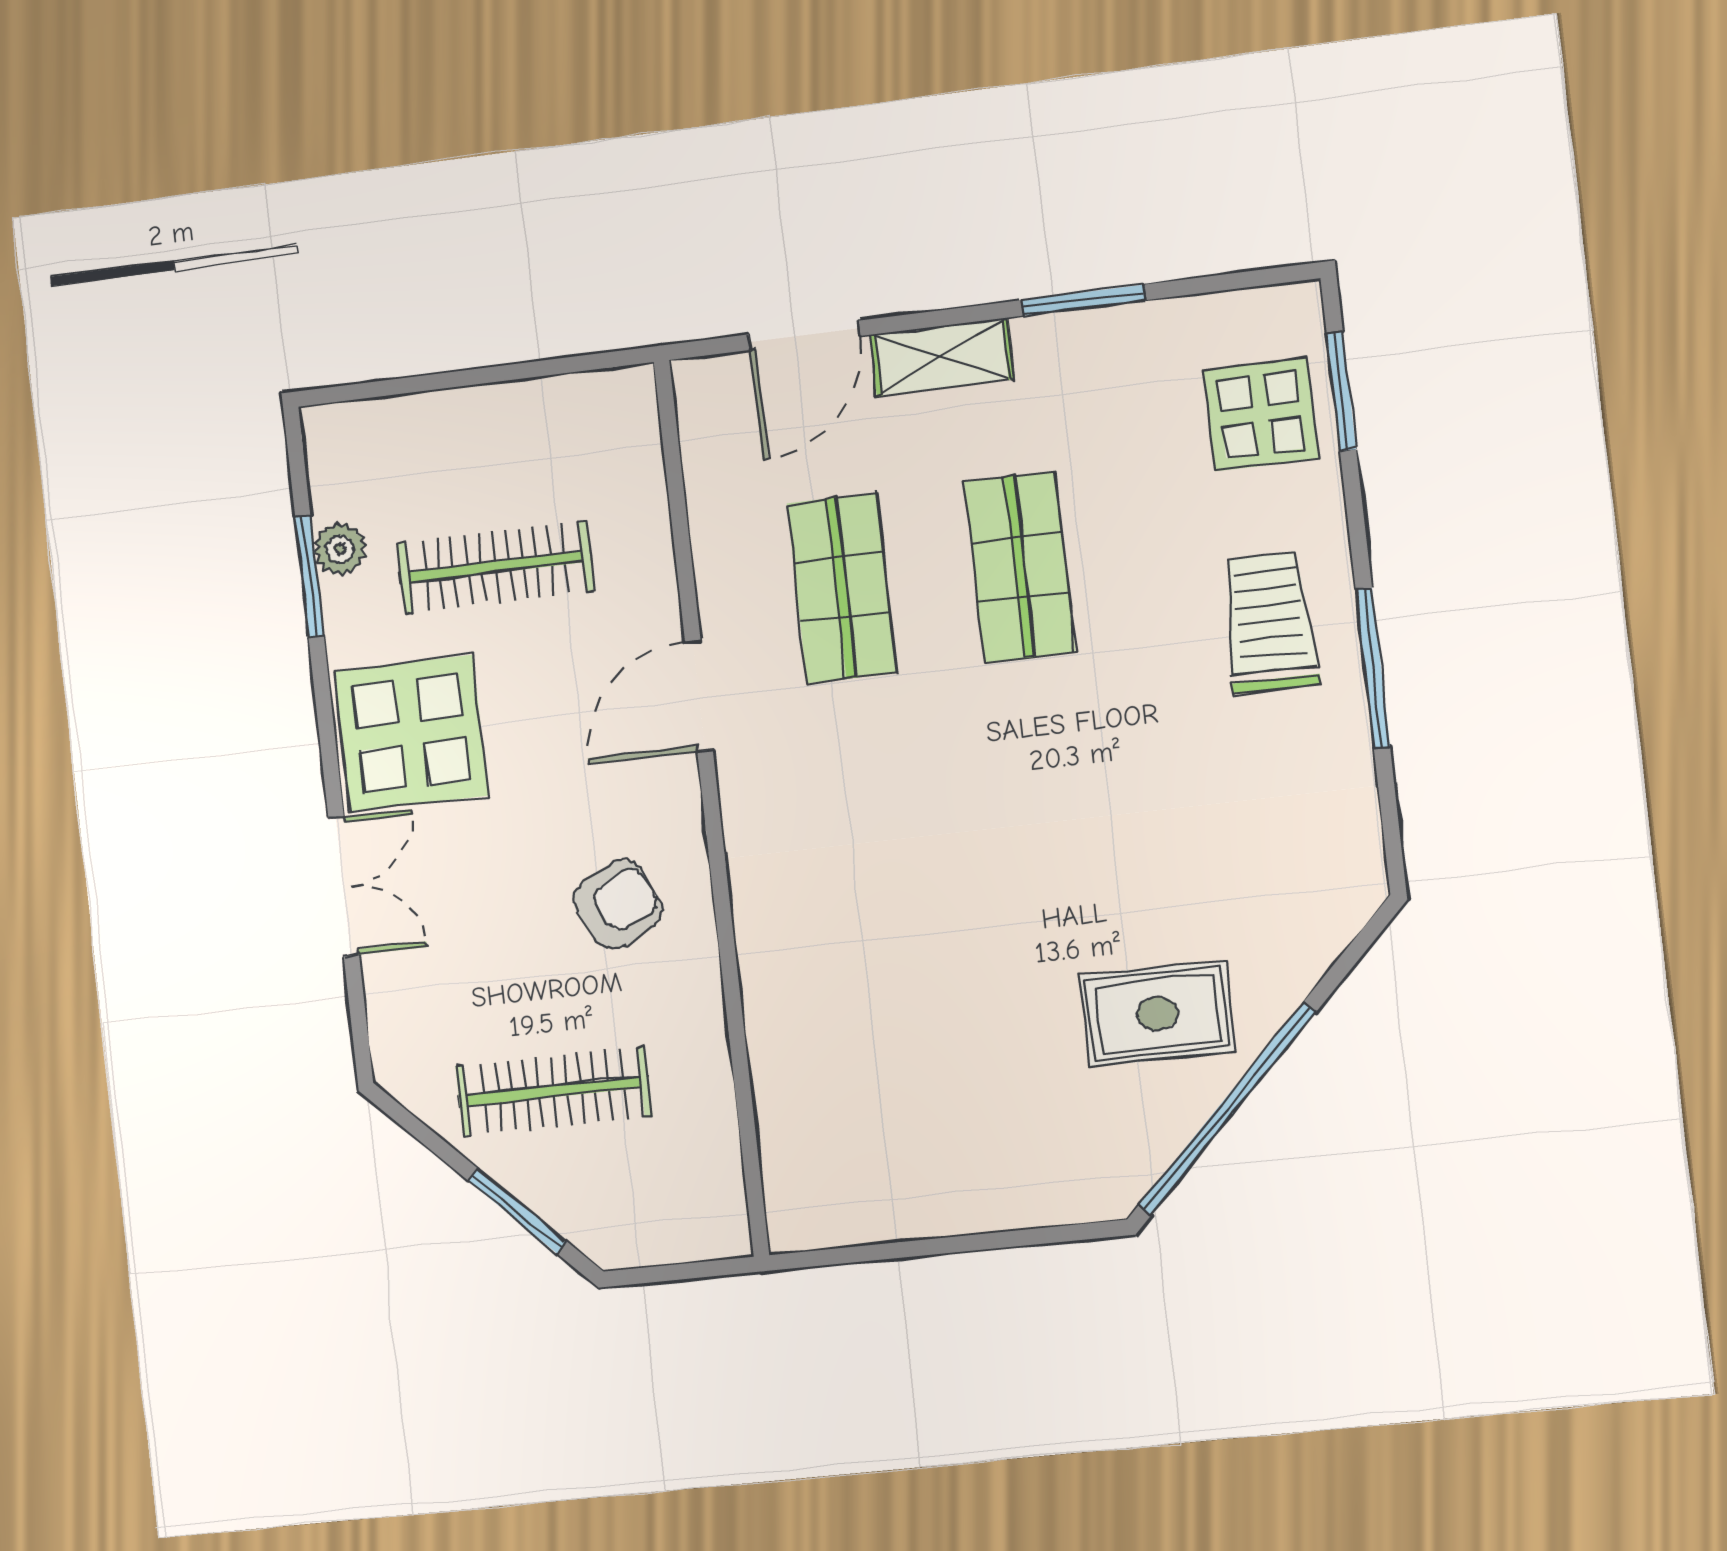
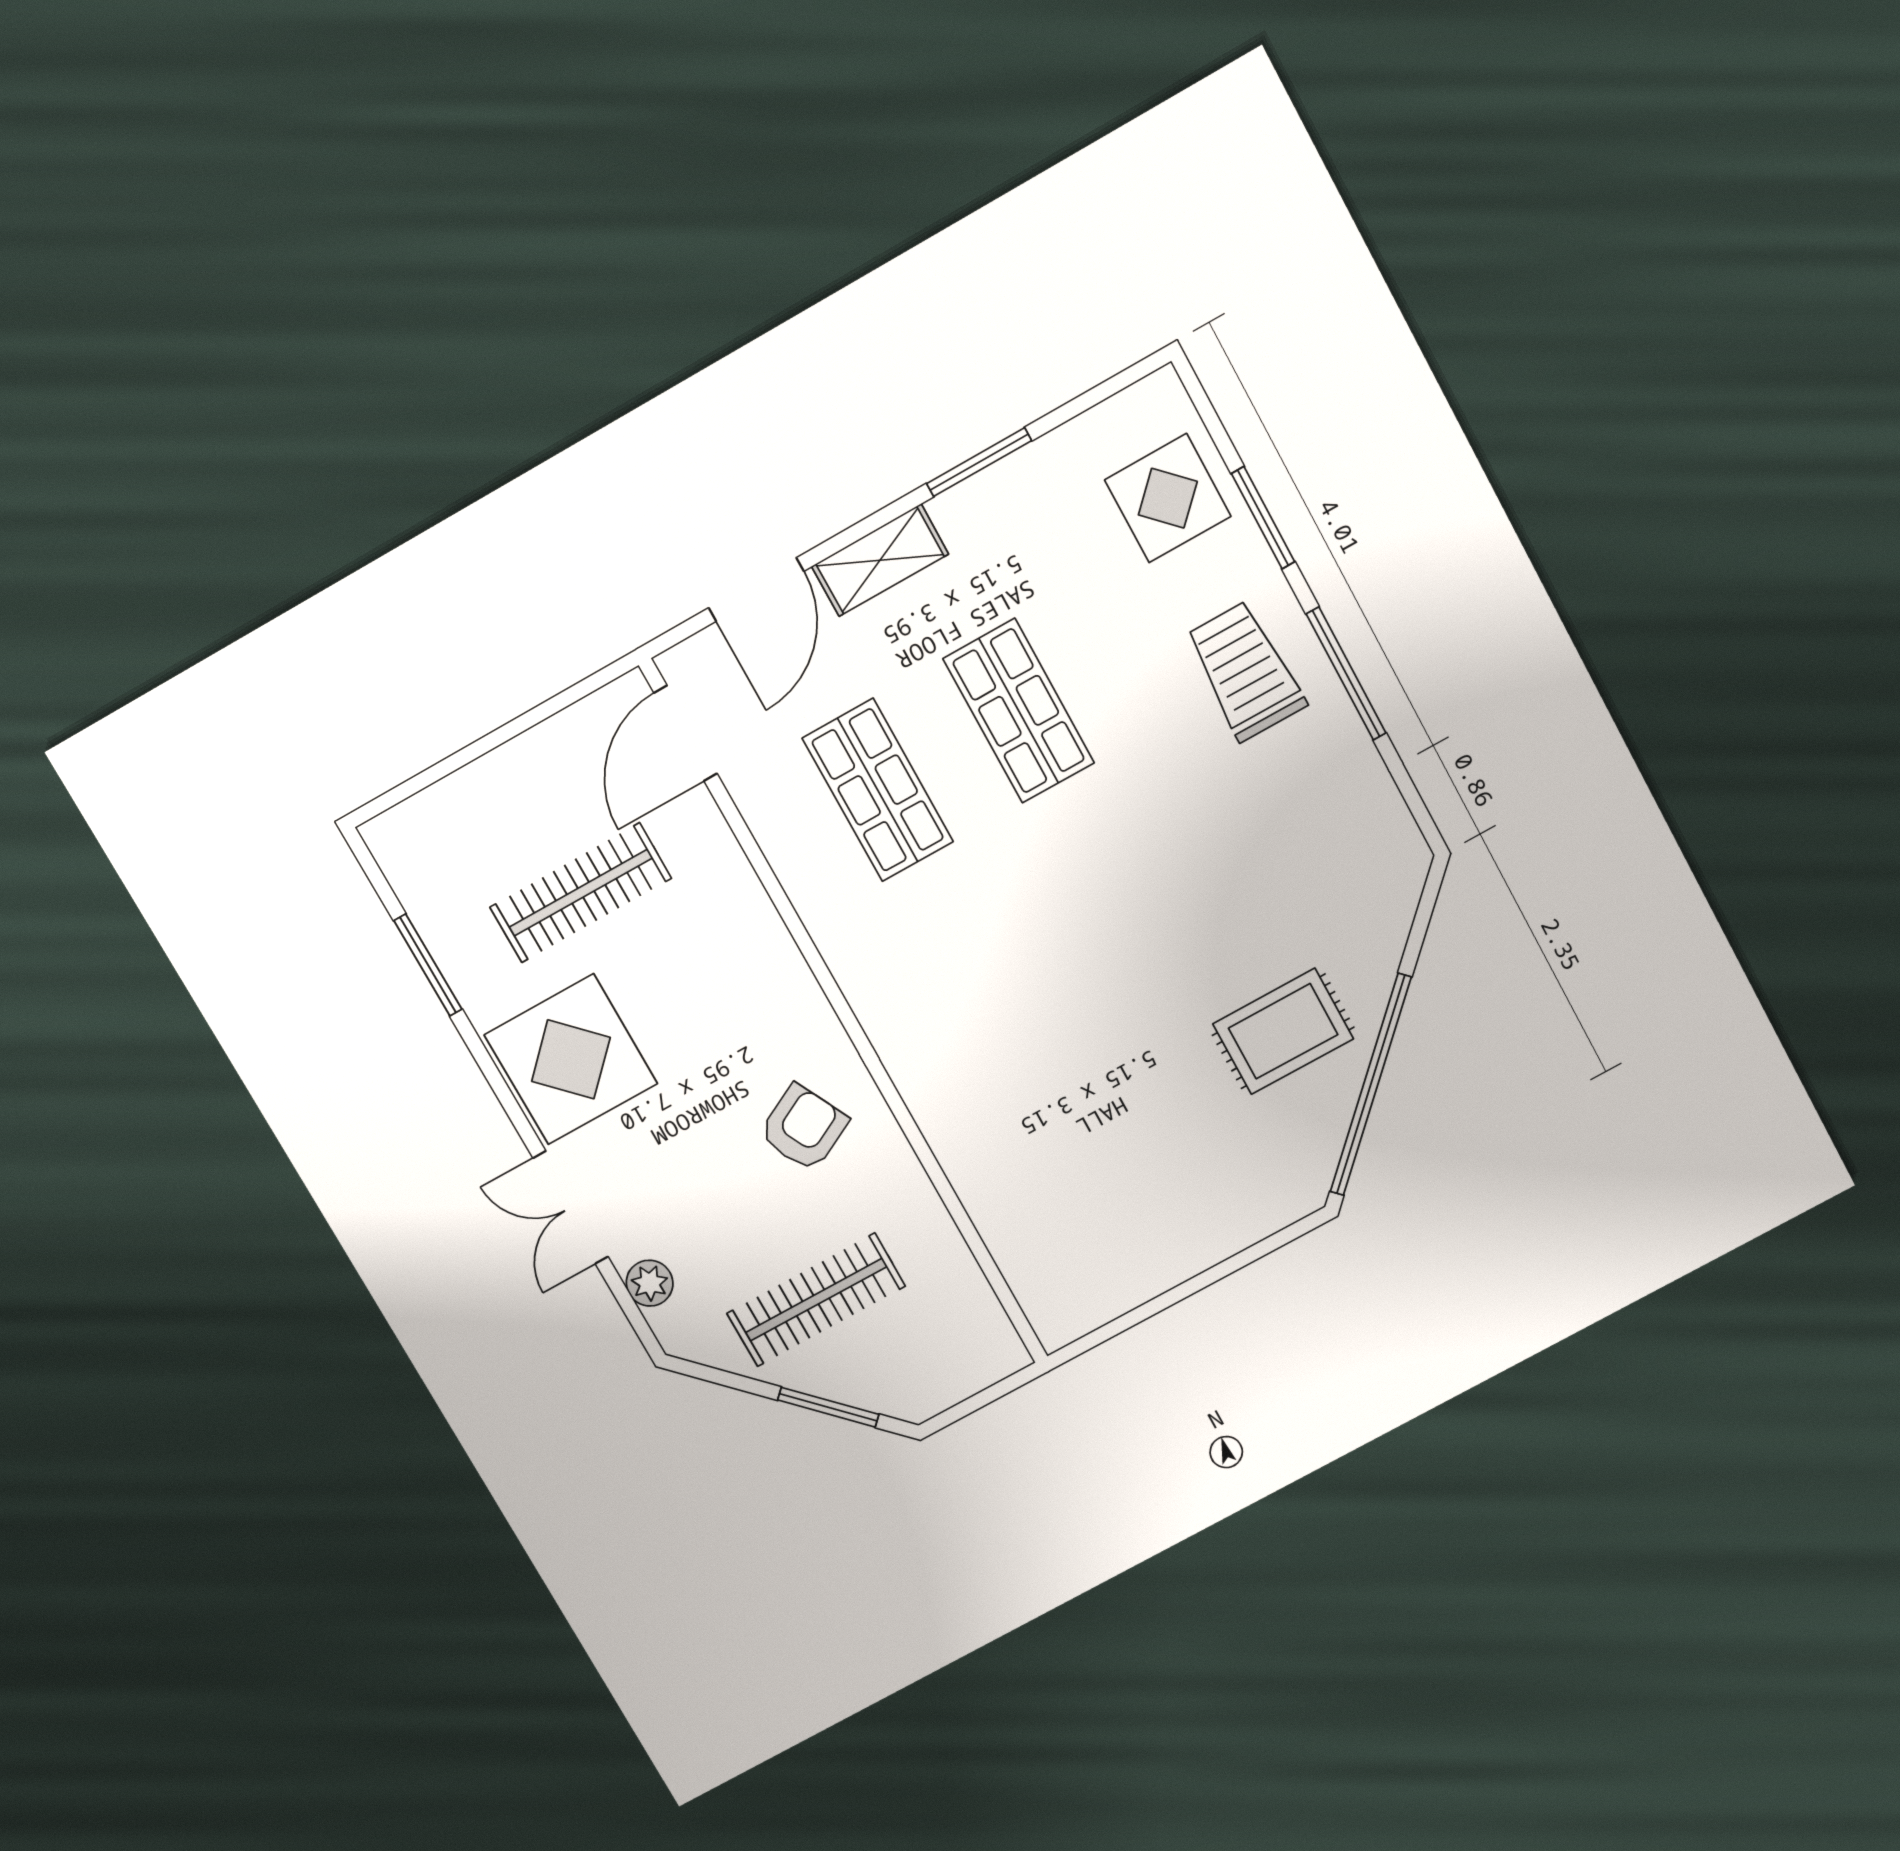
window: (1341, 391) -> (1263, 518), moved
plant: (340, 549) -> (650, 1283), moved
door: (699, 696) -> (686, 733), moved
double door: (344, 887) -> (571, 1208), swing flipped

